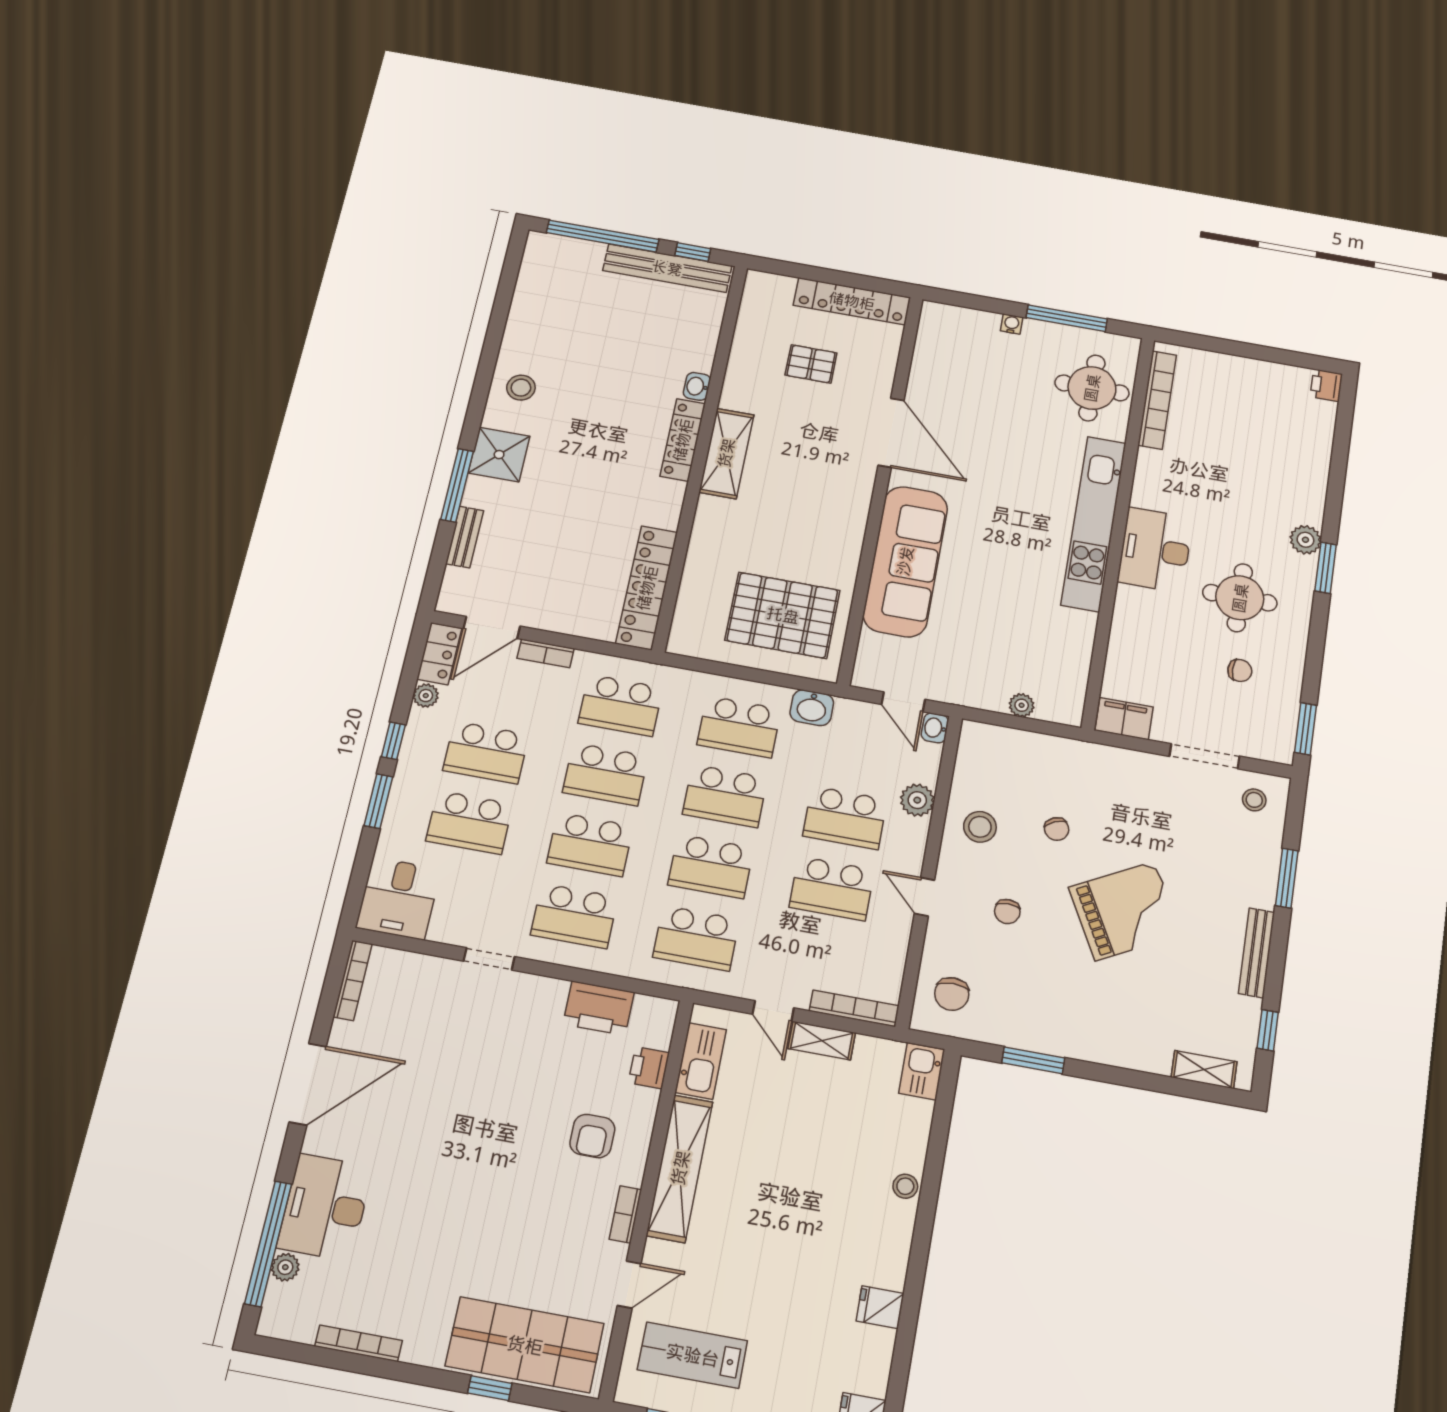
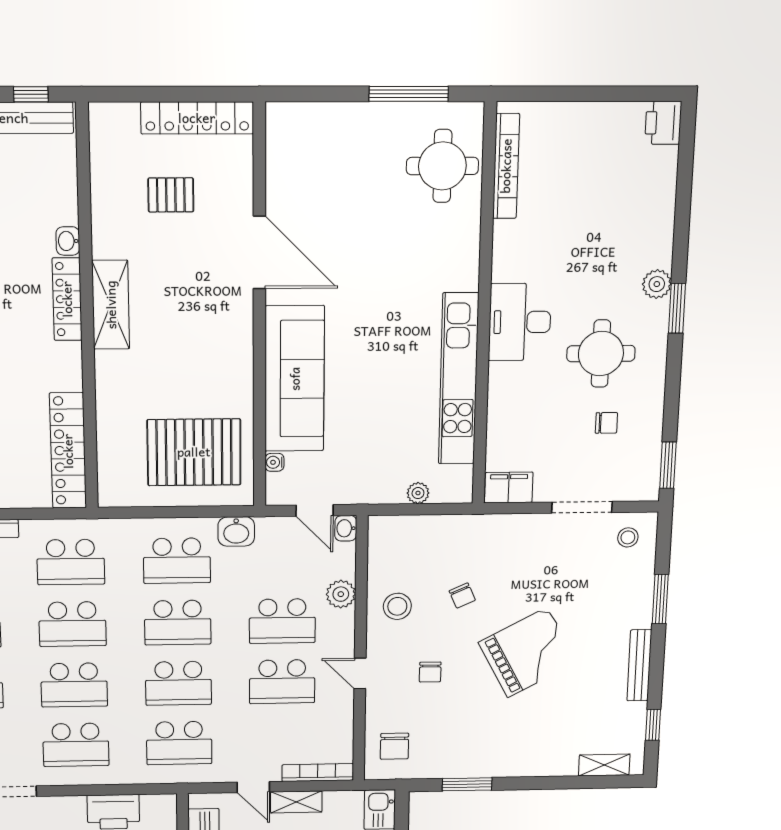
water cooler: (1012, 324) -> (274, 462), moved, turned -90
printer: (1326, 385) -> (663, 123), width x1.36, depth x1.24
kitchen unit: (1094, 523) -> (459, 379), moved

